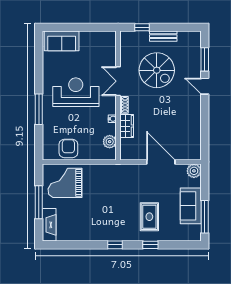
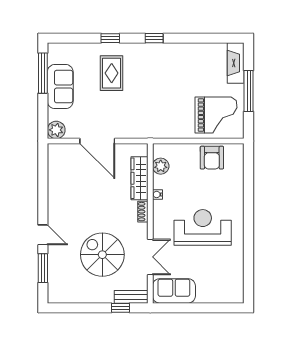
bench: (163, 36) -> (131, 297), moved
sofa: (62, 41) -> (174, 291), moved
double door: (118, 81) -> (150, 257), moved
reception desk: (76, 92) -> (203, 227), turned 180
window: (39, 109) -> (249, 206), removed
wardrobe: (127, 126) -> (140, 178), width x1.50

